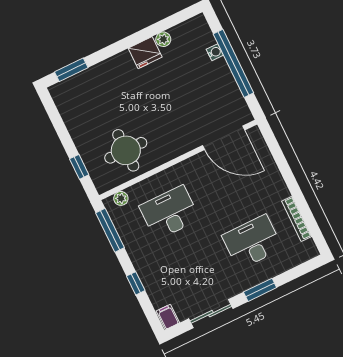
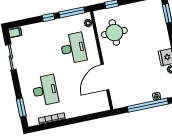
door: (224, 138) -> (105, 77), moved
window: (136, 283) -> (48, 17), moved
window: (260, 290) -> (21, 108), moved

